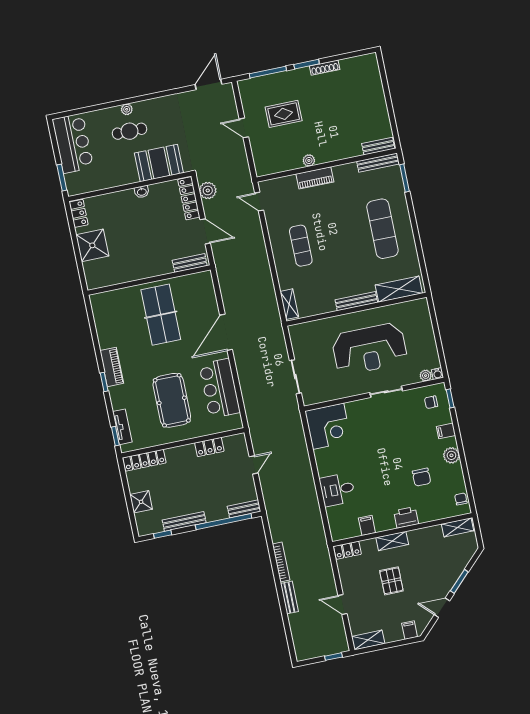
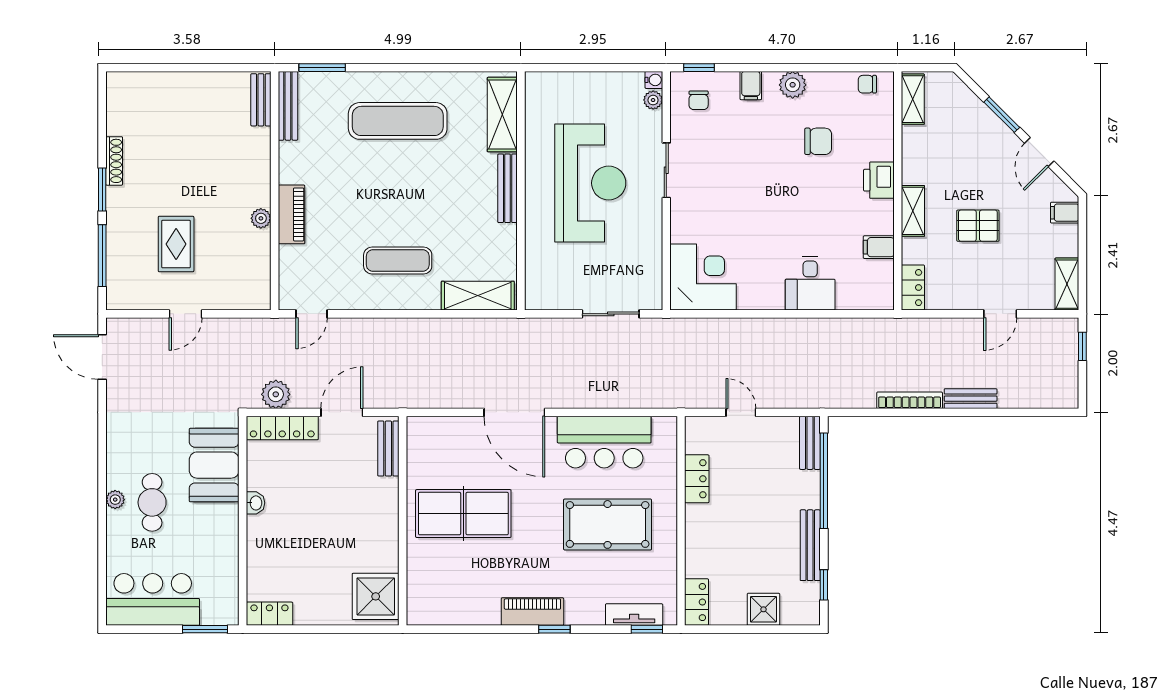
shower: (92, 245) -> (376, 596), moved
shelving: (289, 304) -> (478, 296), width x1.50, depth x1.33
locker: (144, 460) -> (696, 602), width x0.66

